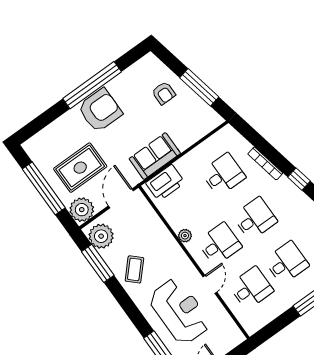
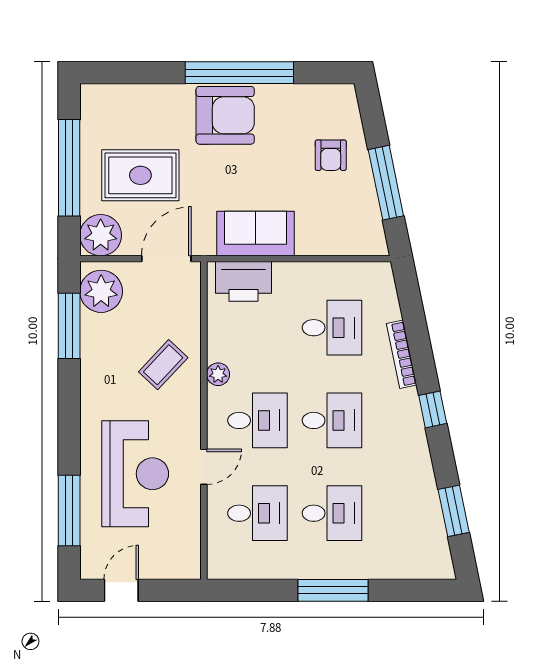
coffee table: (134, 269) -> (163, 365), moved

